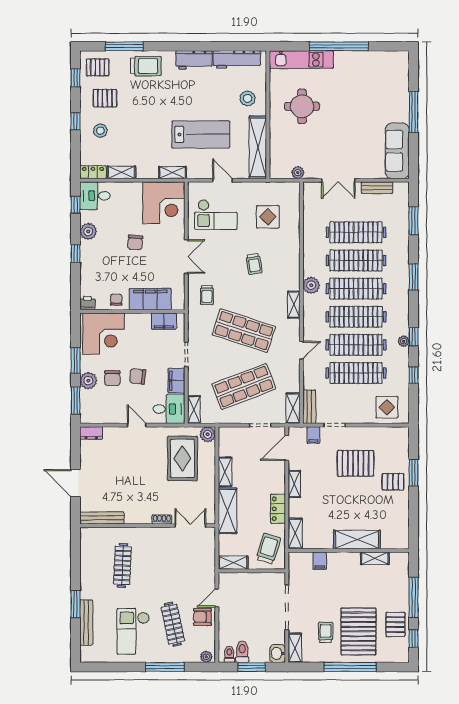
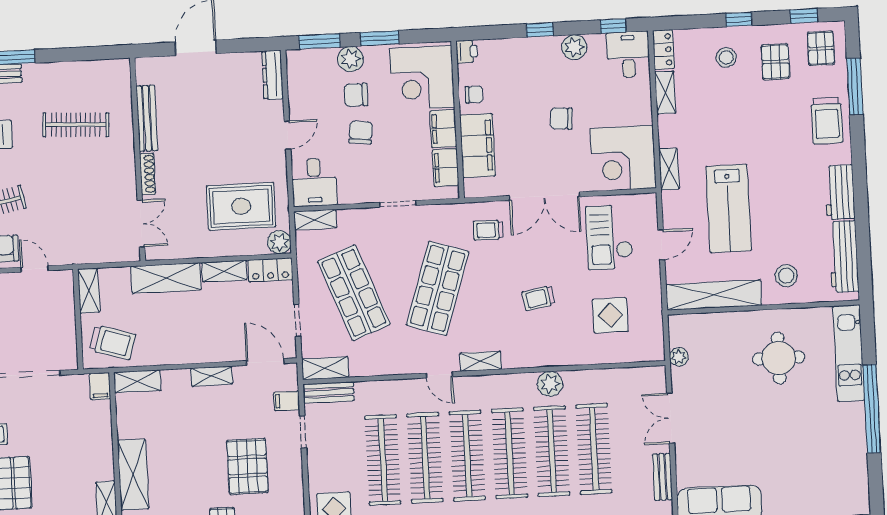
double door: (186, 256) -> (544, 196), width x1.37
plant: (311, 285) -> (550, 384), moved
door: (301, 350) -> (439, 375), moved
filing cabinet: (176, 381) -> (443, 129), moved, turned -90
dresser: (91, 433) -> (273, 75), width x1.44
locker: (278, 509) -> (270, 270), moved, turned 180
bench: (102, 518) -> (147, 118), moved
shoe rack: (162, 519) -> (148, 174), width x1.43
filing cabinet: (320, 561) -> (100, 386), moved, turned -90

